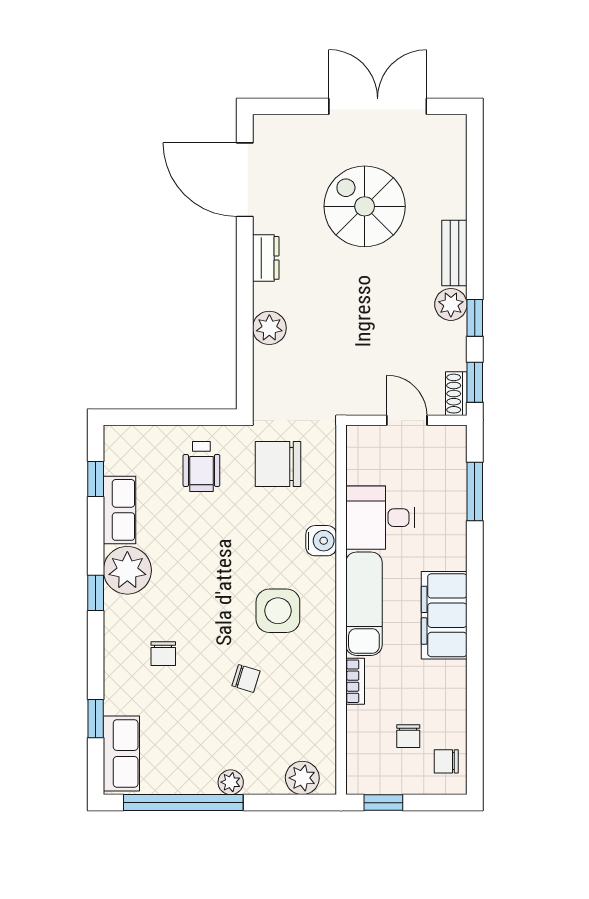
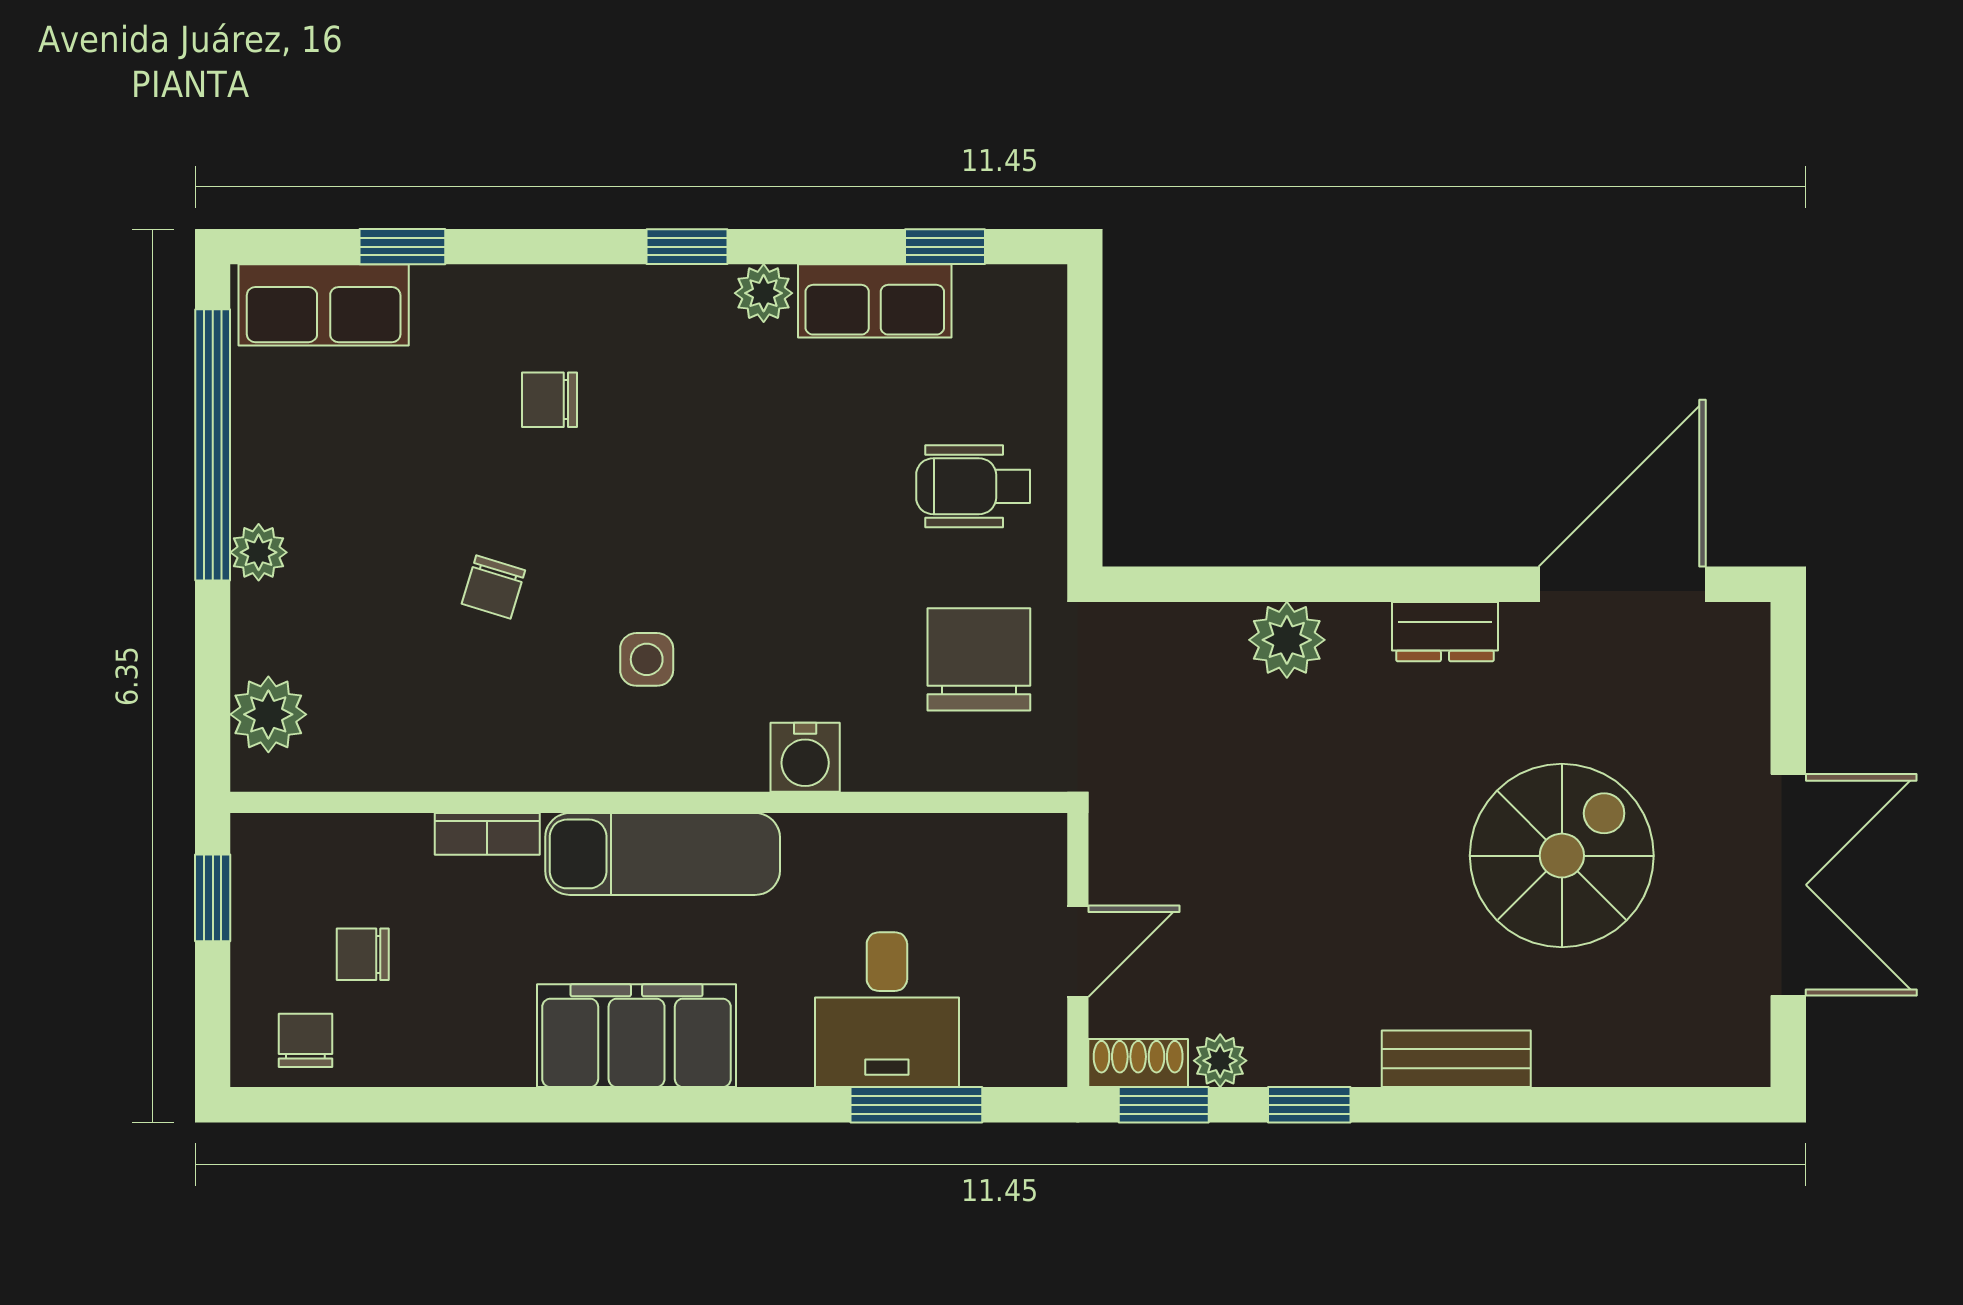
plant: (451, 304) -> (1220, 1061), moved, width x0.73, depth x0.73
desk: (380, 518) -> (887, 1010), moved, turned 180
plant: (127, 570) -> (764, 293), width x0.53, depth x0.53
side table: (278, 611) -> (647, 659), width x0.54, depth x0.54

